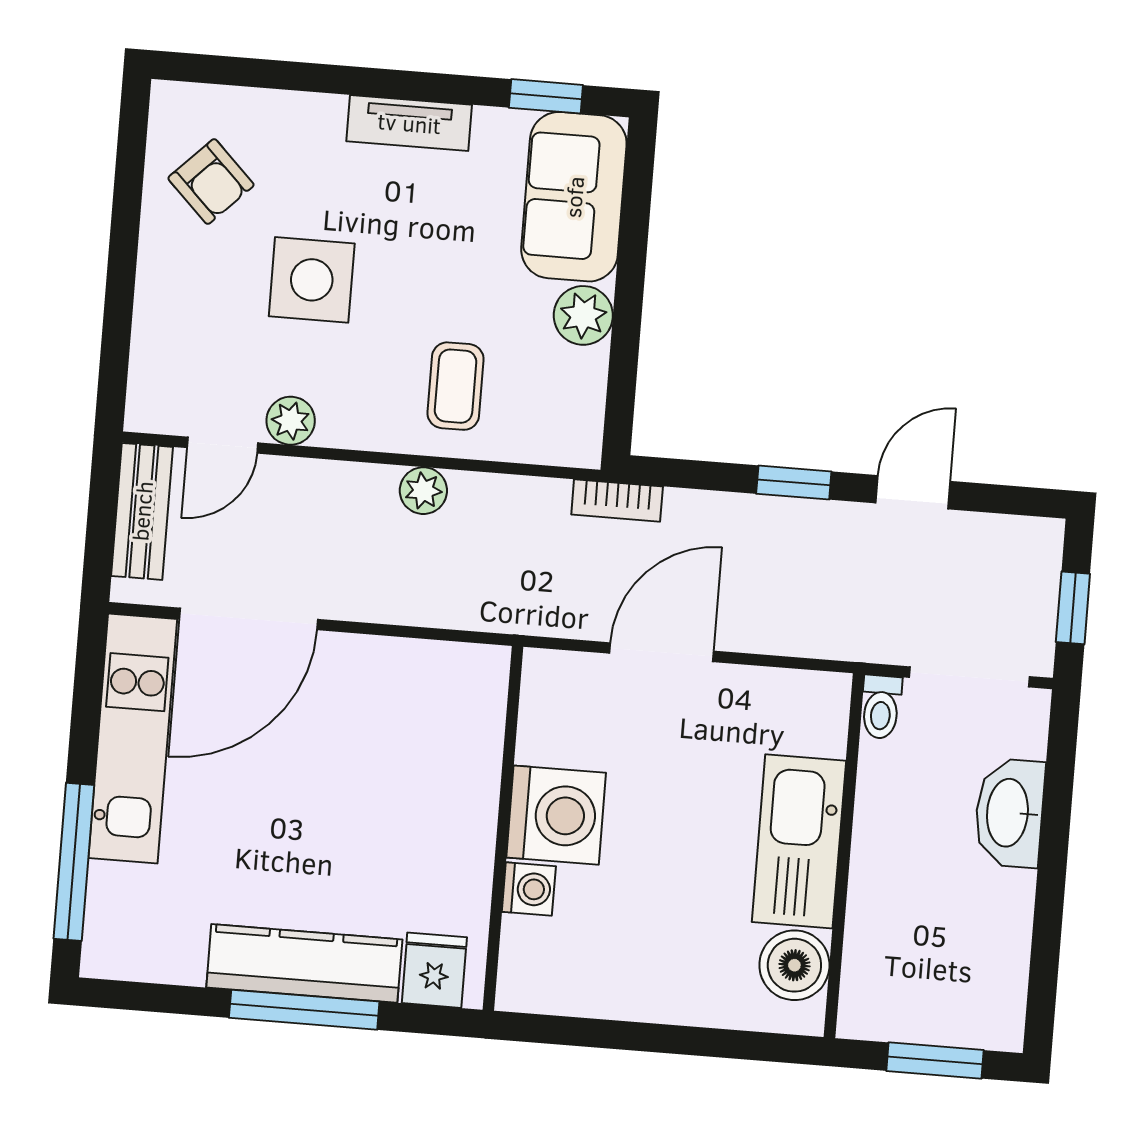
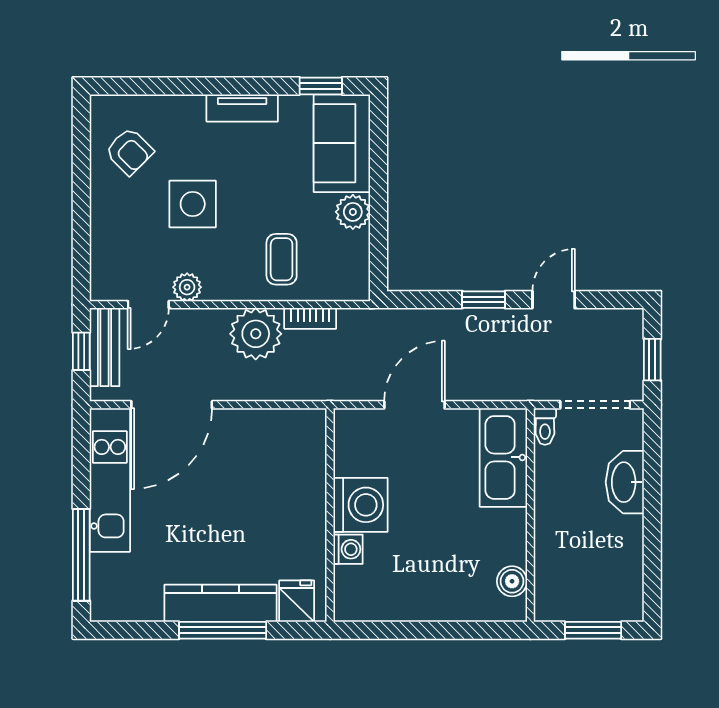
plant: (423, 491) -> (256, 334), width x1.88, depth x1.88
bookcase: (617, 500) -> (310, 318), moved
window: (102, 515) -> (81, 351), added
kitchen sink: (799, 841) -> (503, 457), moved
boiler: (794, 965) -> (512, 581), width x0.73, depth x0.73

